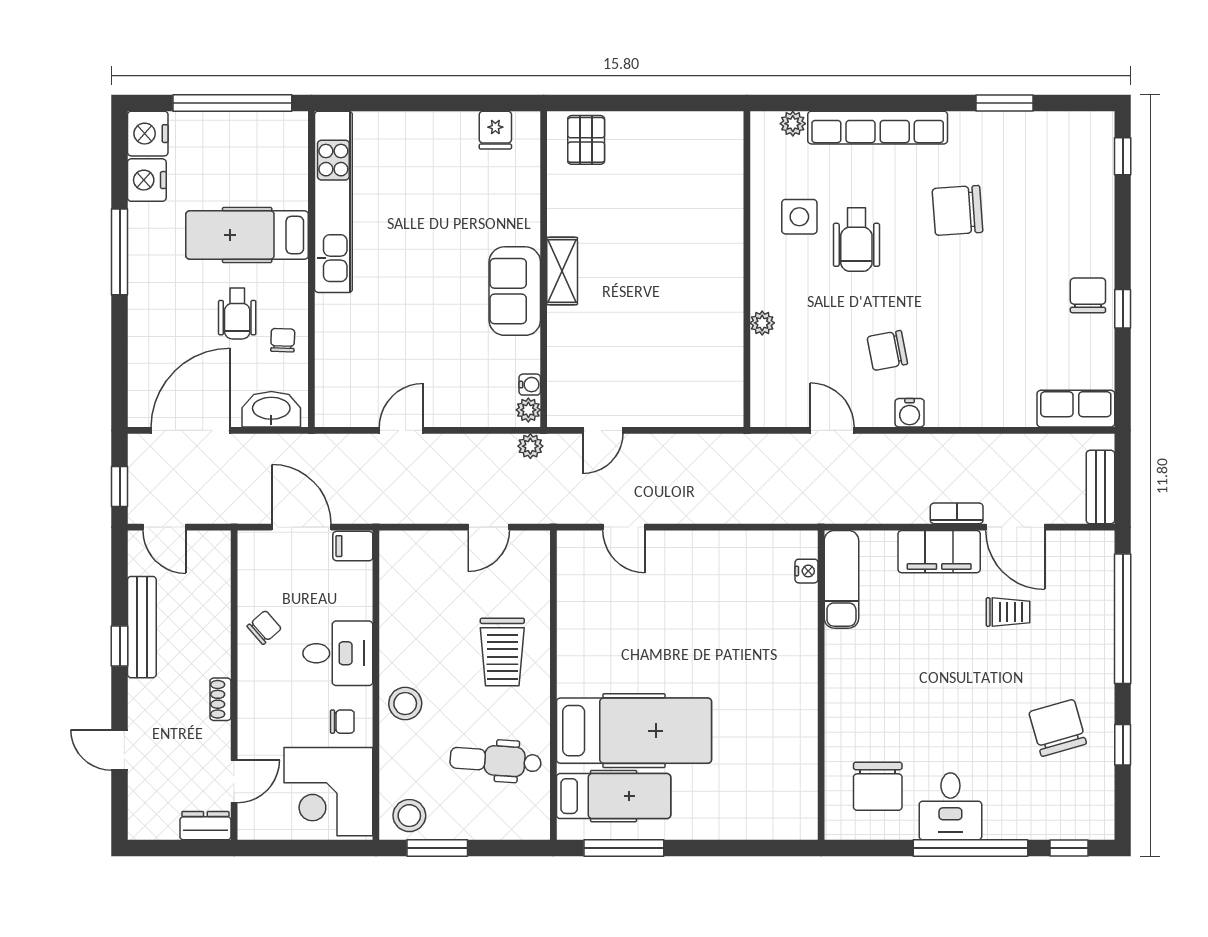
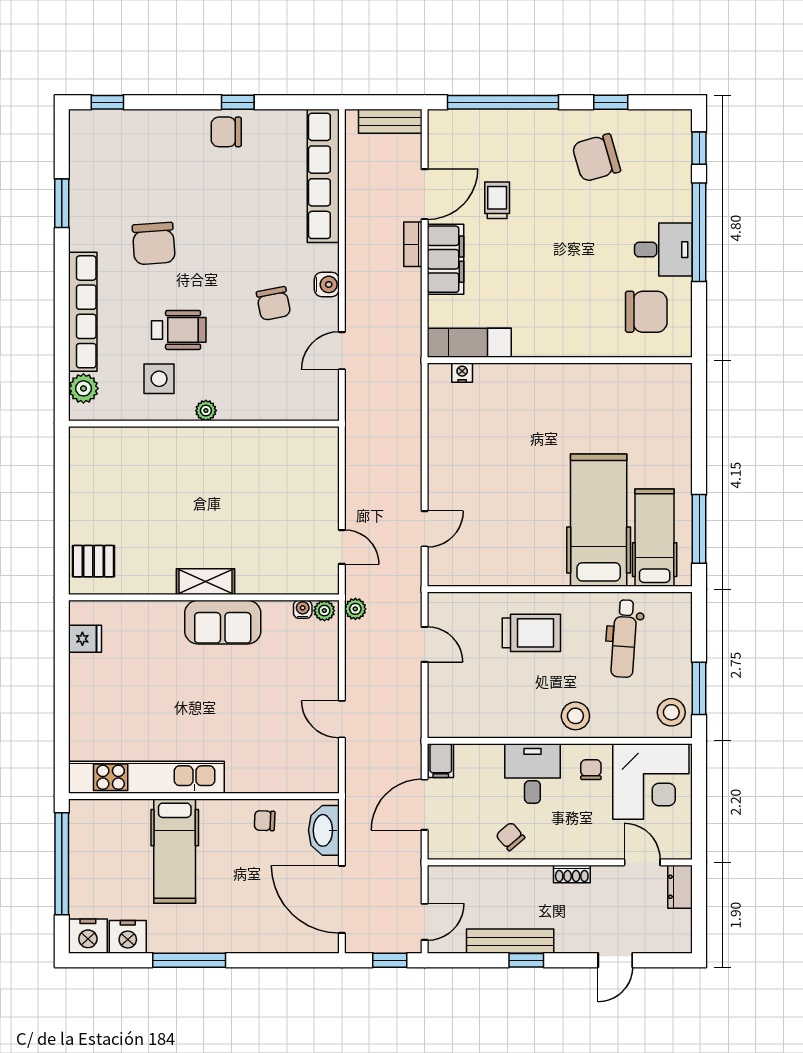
plant: (793, 124) -> (83, 388), width x1.38, depth x1.38
wheelchair: (237, 314) -> (242, 860), removed
plant: (762, 323) -> (206, 411), moved
row of seats: (1076, 409) -> (323, 176), width x2.02

